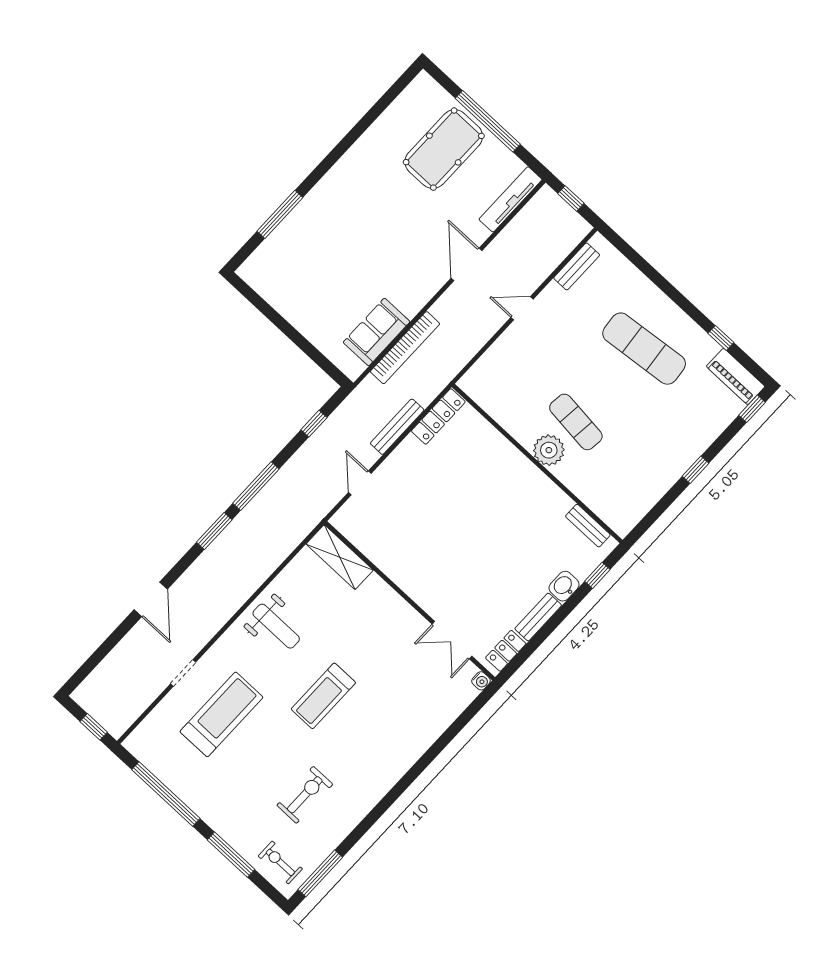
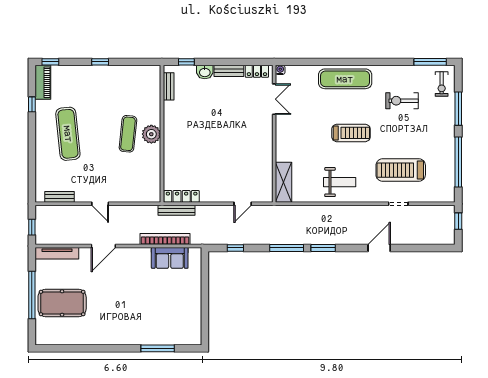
bench: (397, 427) -> (177, 210), moved
weight bench: (276, 626) -> (340, 182), turned 90
exercise mat: (396, 750) -> (345, 79), added

